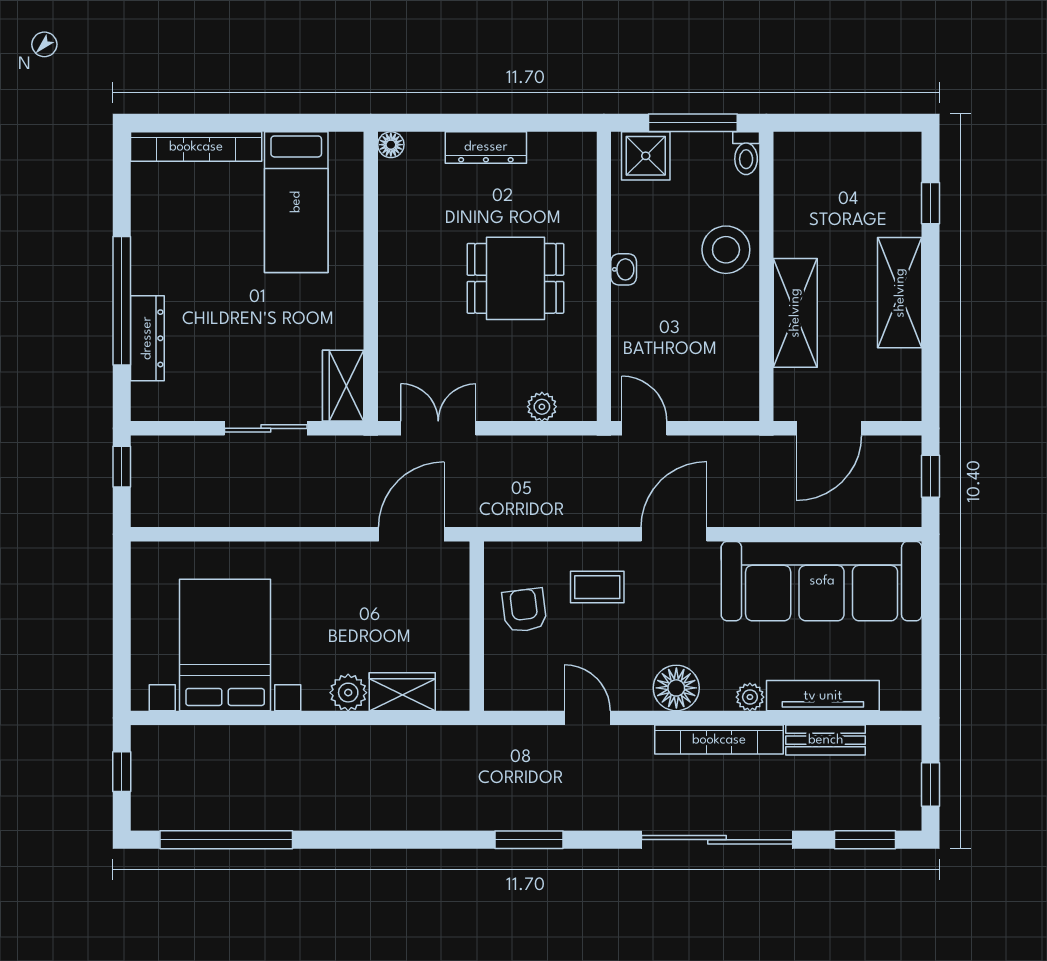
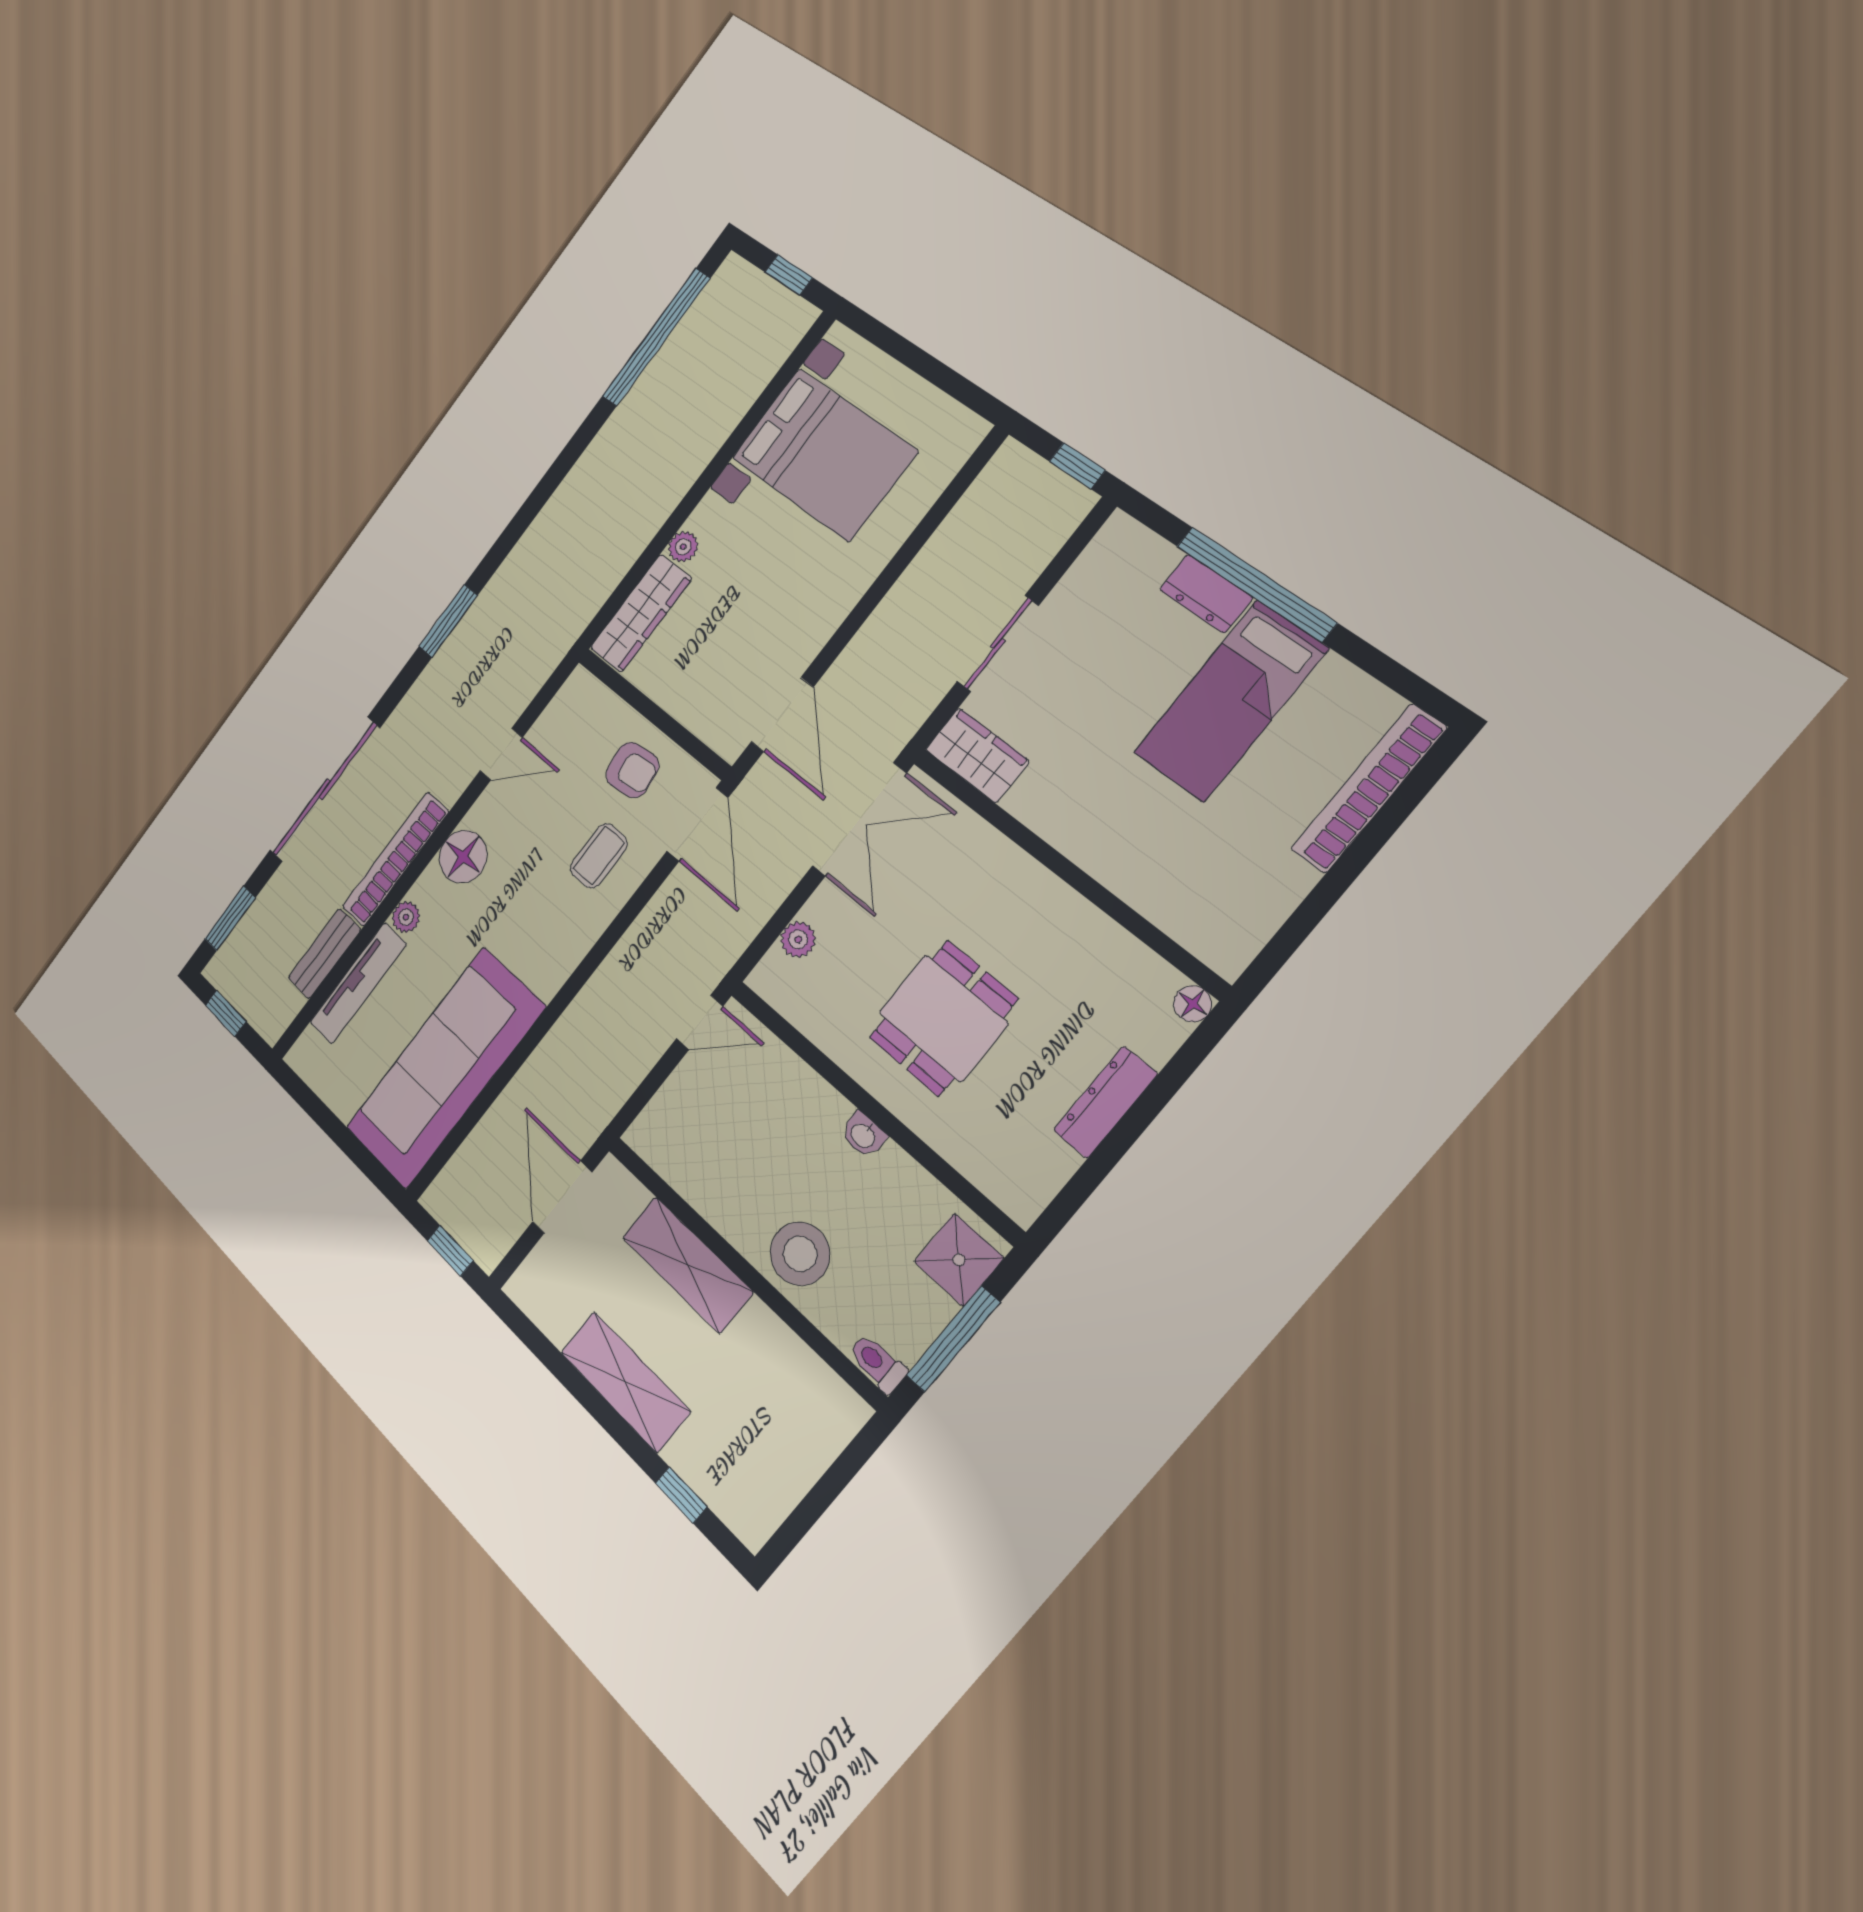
bed: (296, 202) -> (1230, 701), moved, turned -90
dresser: (147, 338) -> (1206, 594), width x0.70
double door: (438, 428) -> (859, 820), width x1.37
door: (674, 534) -> (697, 824), moved
wardrobe: (402, 692) -> (641, 613), width x1.50
plant: (348, 693) -> (683, 547), width x0.73, depth x0.73

